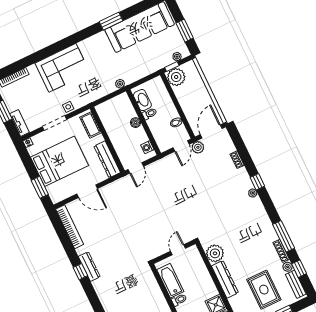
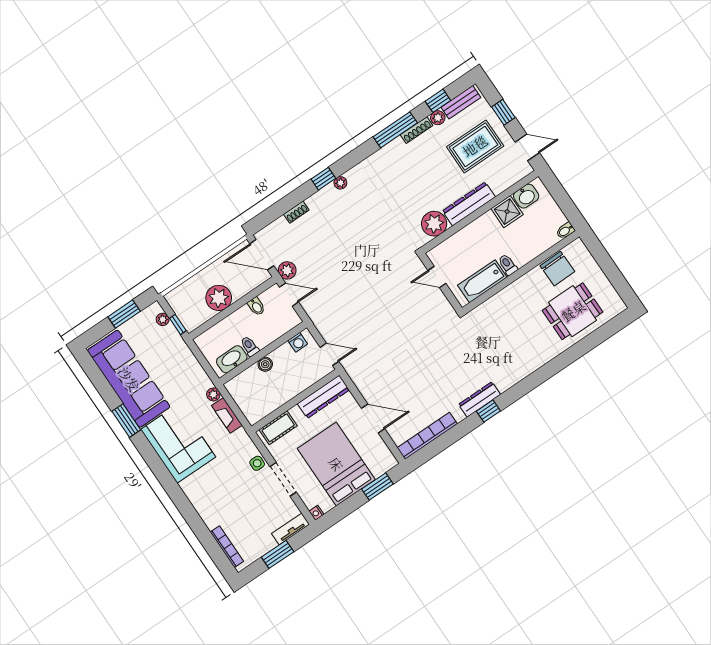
corner sofa: (62, 68) -> (178, 443), moved
plant: (176, 77) -> (219, 298), moved
fireplace: (104, 91) -> (227, 415), added
door: (87, 191) -> (373, 418), hinge flipped

